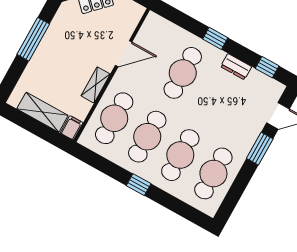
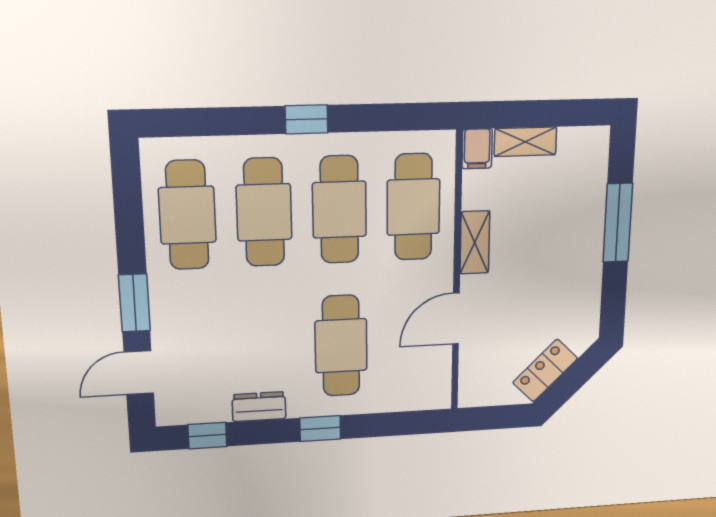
window: (33, 39) -> (618, 223), moved
shelving: (42, 112) -> (525, 142), width x0.67, depth x0.75

